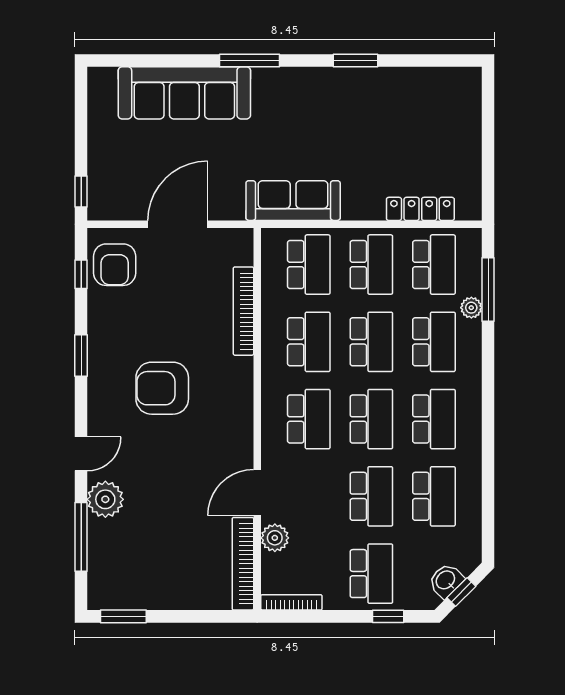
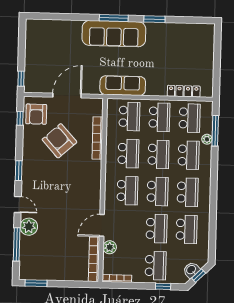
window: (250, 60) -> (114, 18), moved
sofa: (184, 93) -> (114, 34), moved
window: (81, 356) -> (19, 171), moved
armchair: (162, 388) -> (59, 141), moved, turned 48
door: (81, 454) -> (18, 205), hinge flipped

